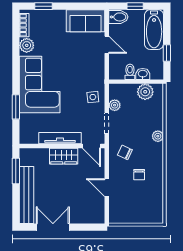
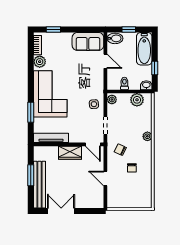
washbasin: (143, 74) -> (146, 85), moved
plant: (115, 105) -> (112, 99), moved
tv unit: (60, 138) -> (51, 138), moved
window: (16, 171) -> (31, 175), moved

